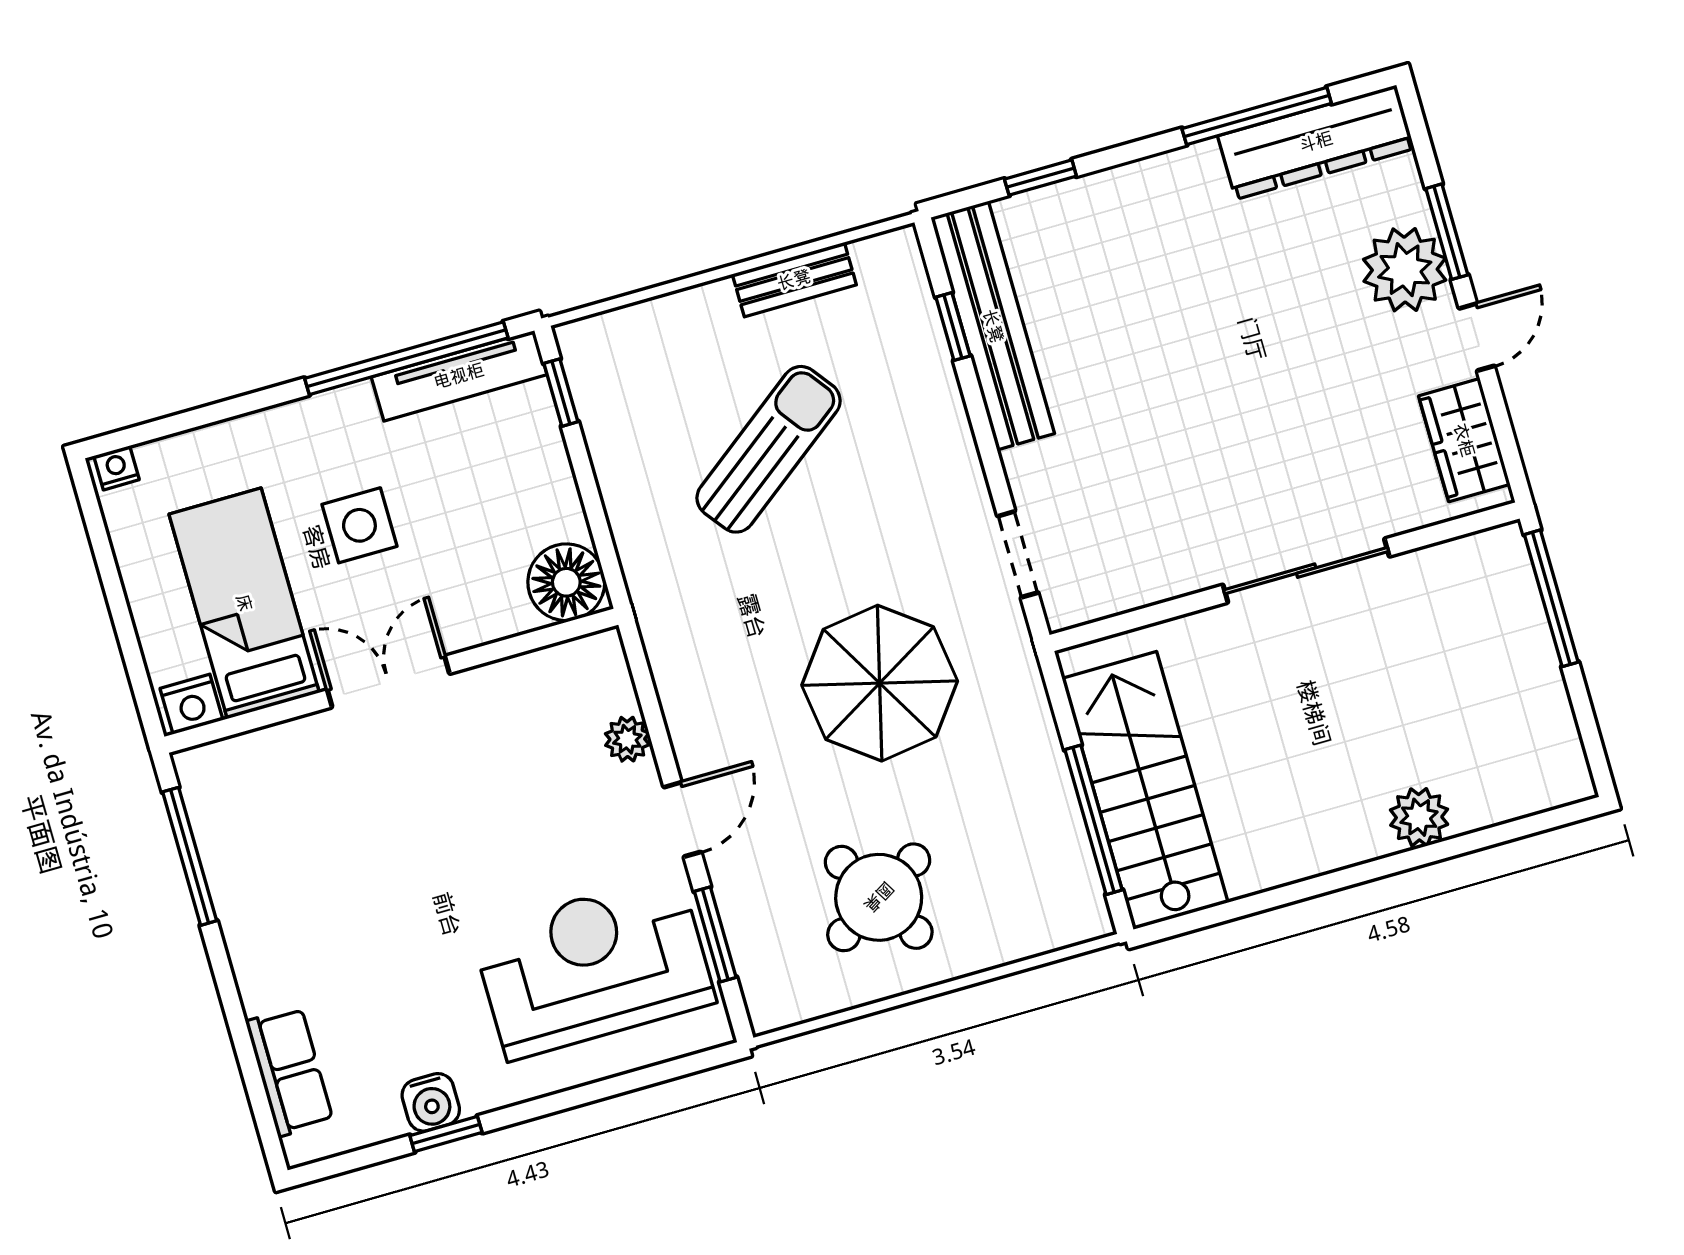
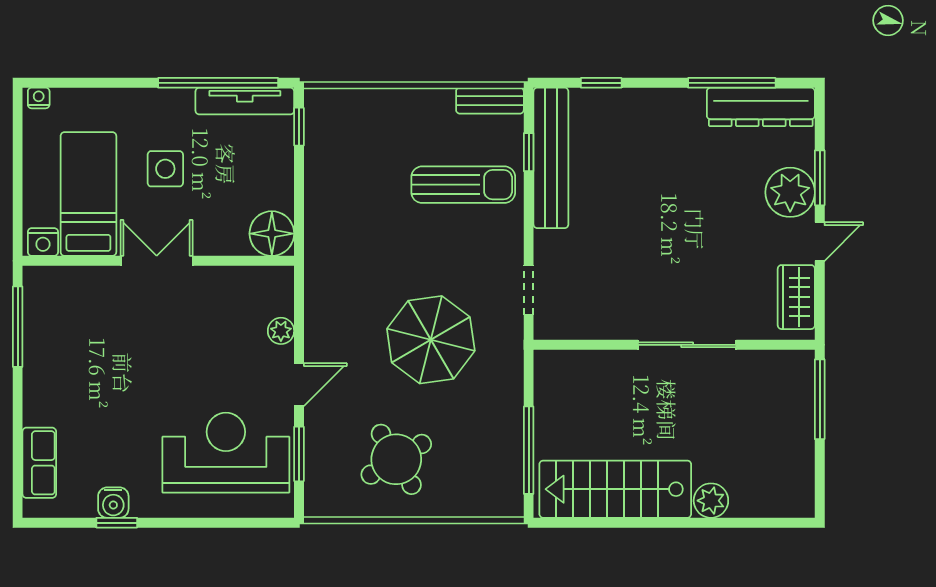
bench: (794, 280) -> (490, 101), moved
sun lounger: (769, 449) -> (463, 185), moved, turned 37
stairs: (1145, 790) -> (615, 489), moved, turned -90

